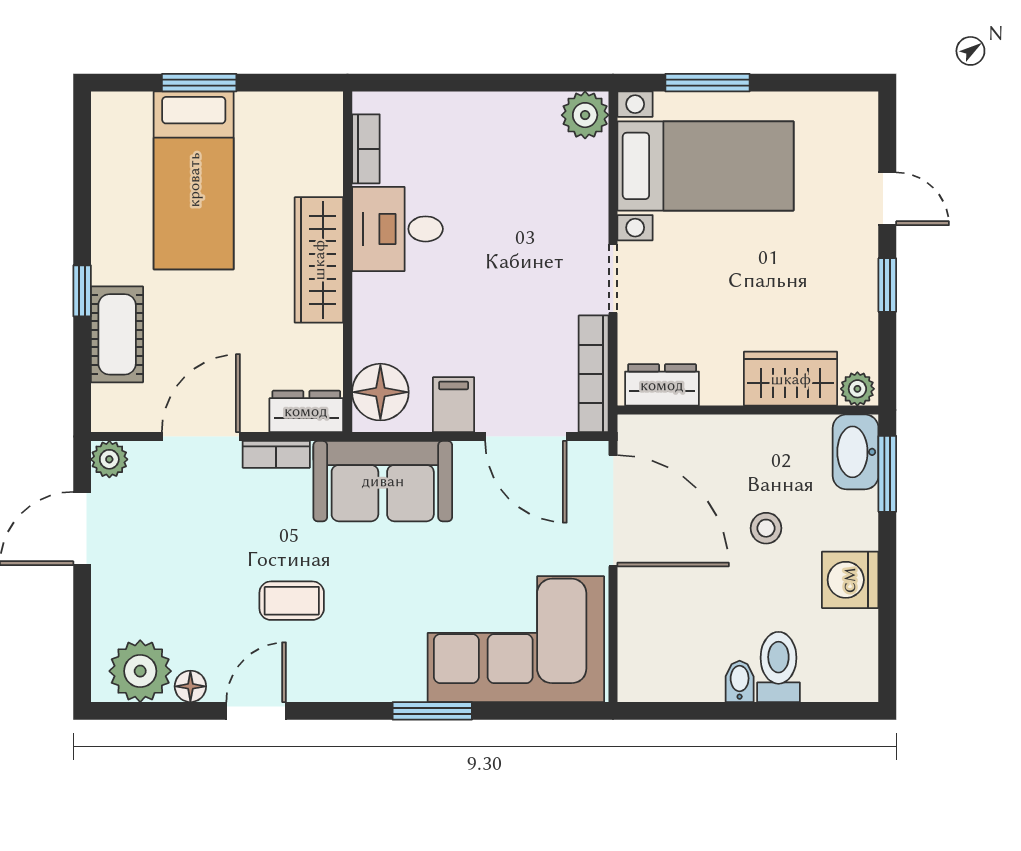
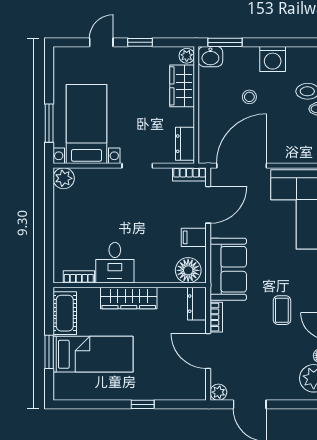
cot: (117, 334) -> (65, 313), moved, turned 90
bookcase: (594, 374) -> (189, 174), width x0.64
washbasin: (856, 452) -> (210, 57), width x0.72

